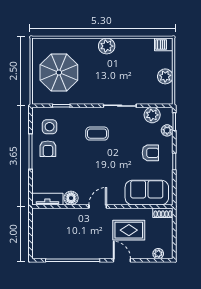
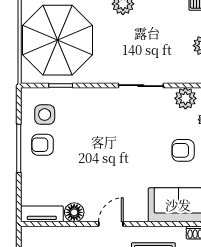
parasol: (59, 73) -> (57, 40), width x1.36, depth x1.36
coffee table: (97, 134) -> (110, 124), removed
armchair: (48, 149) -> (42, 145), turned 90
armchair: (150, 153) -> (183, 150), turned 180

